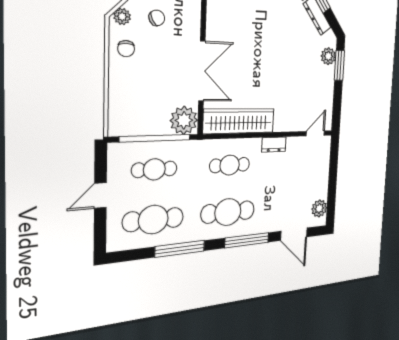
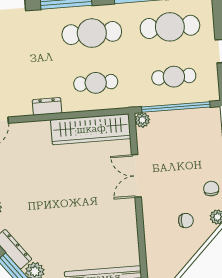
chair: (157, 18) -> (186, 221), turned -153
double door: (202, 71) -> (136, 176), width x0.73
plant: (184, 120) -> (142, 120), width x0.53, depth x0.53

